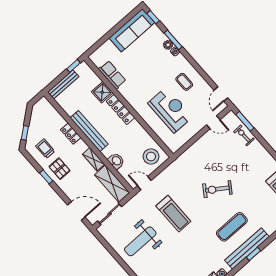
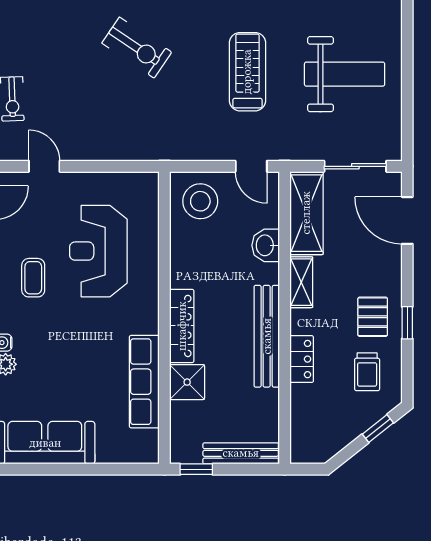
row of seats: (112, 75) -> (144, 382), width x1.48

